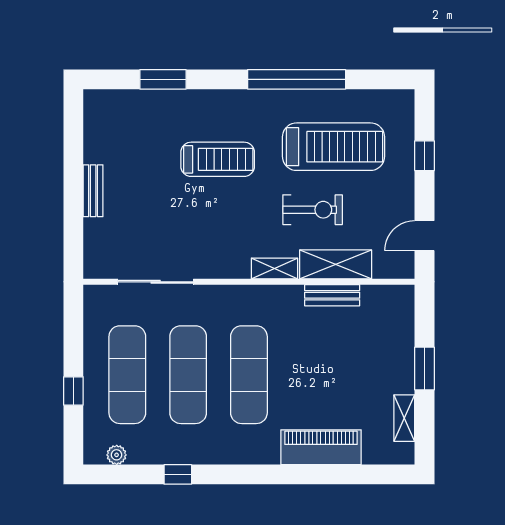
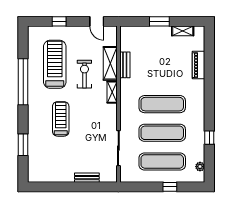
bench: (93, 191) -> (87, 178), moved
piano: (321, 447) -> (198, 65), width x0.73, depth x0.75

